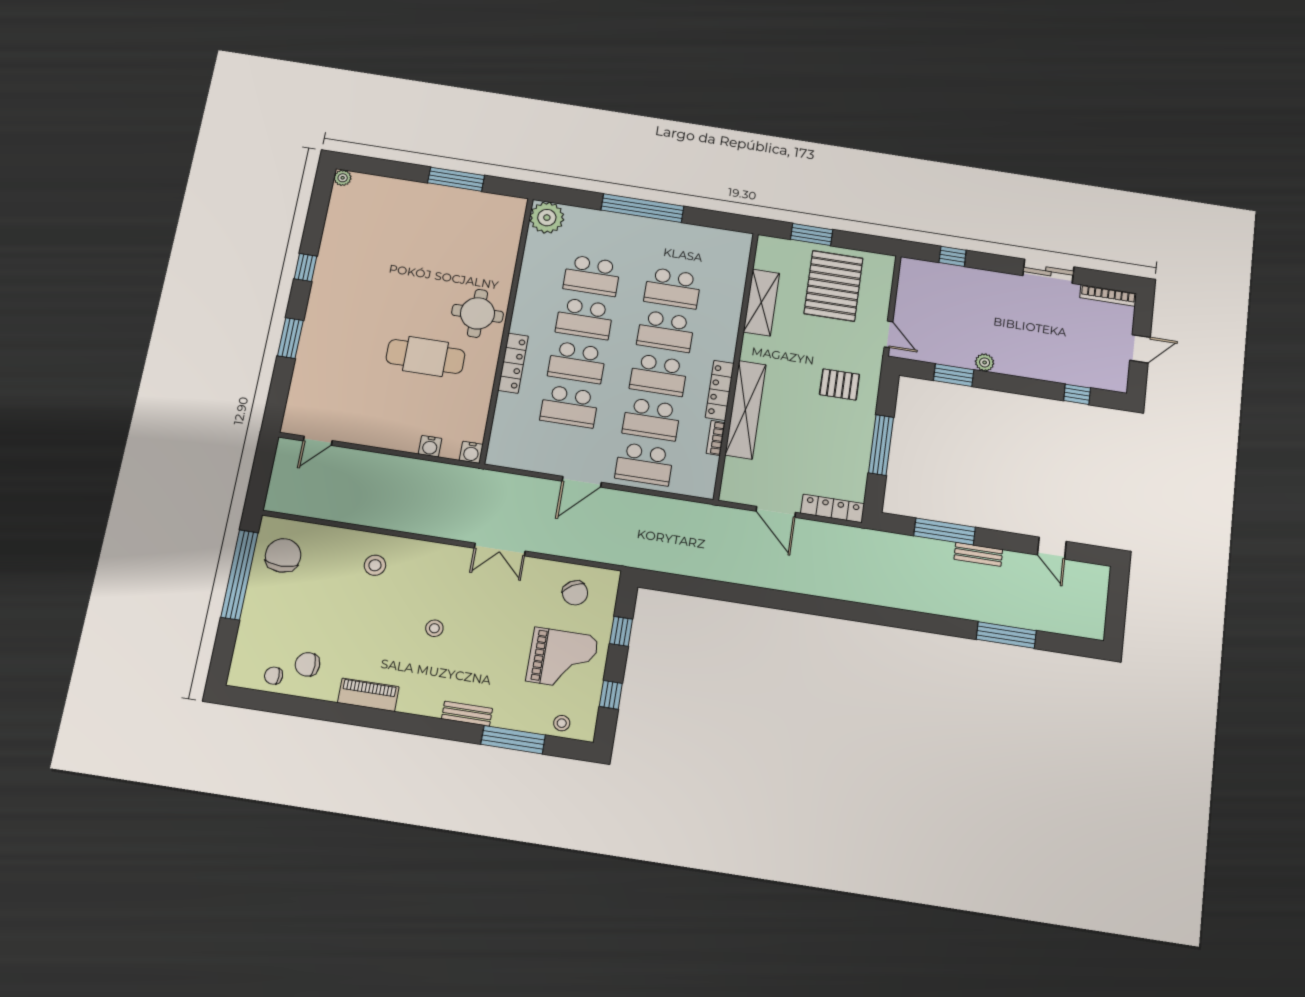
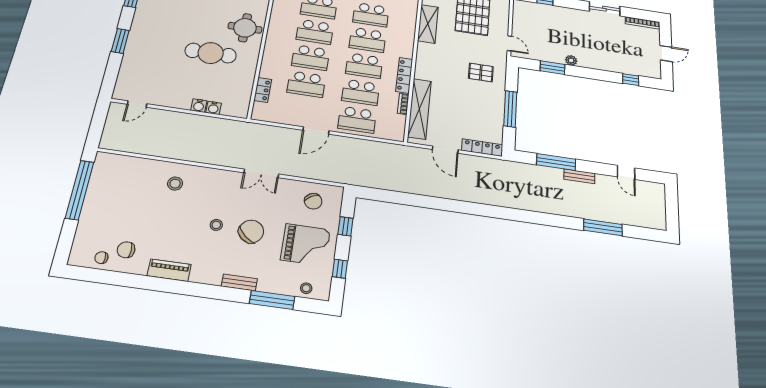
locker: (513, 363) -> (263, 90), moved, width x0.66
shelving: (746, 410) -> (419, 109), moved
water cooler: (471, 452) -> (199, 106), moved
chair: (283, 555) -> (251, 231), moved, turned 41

